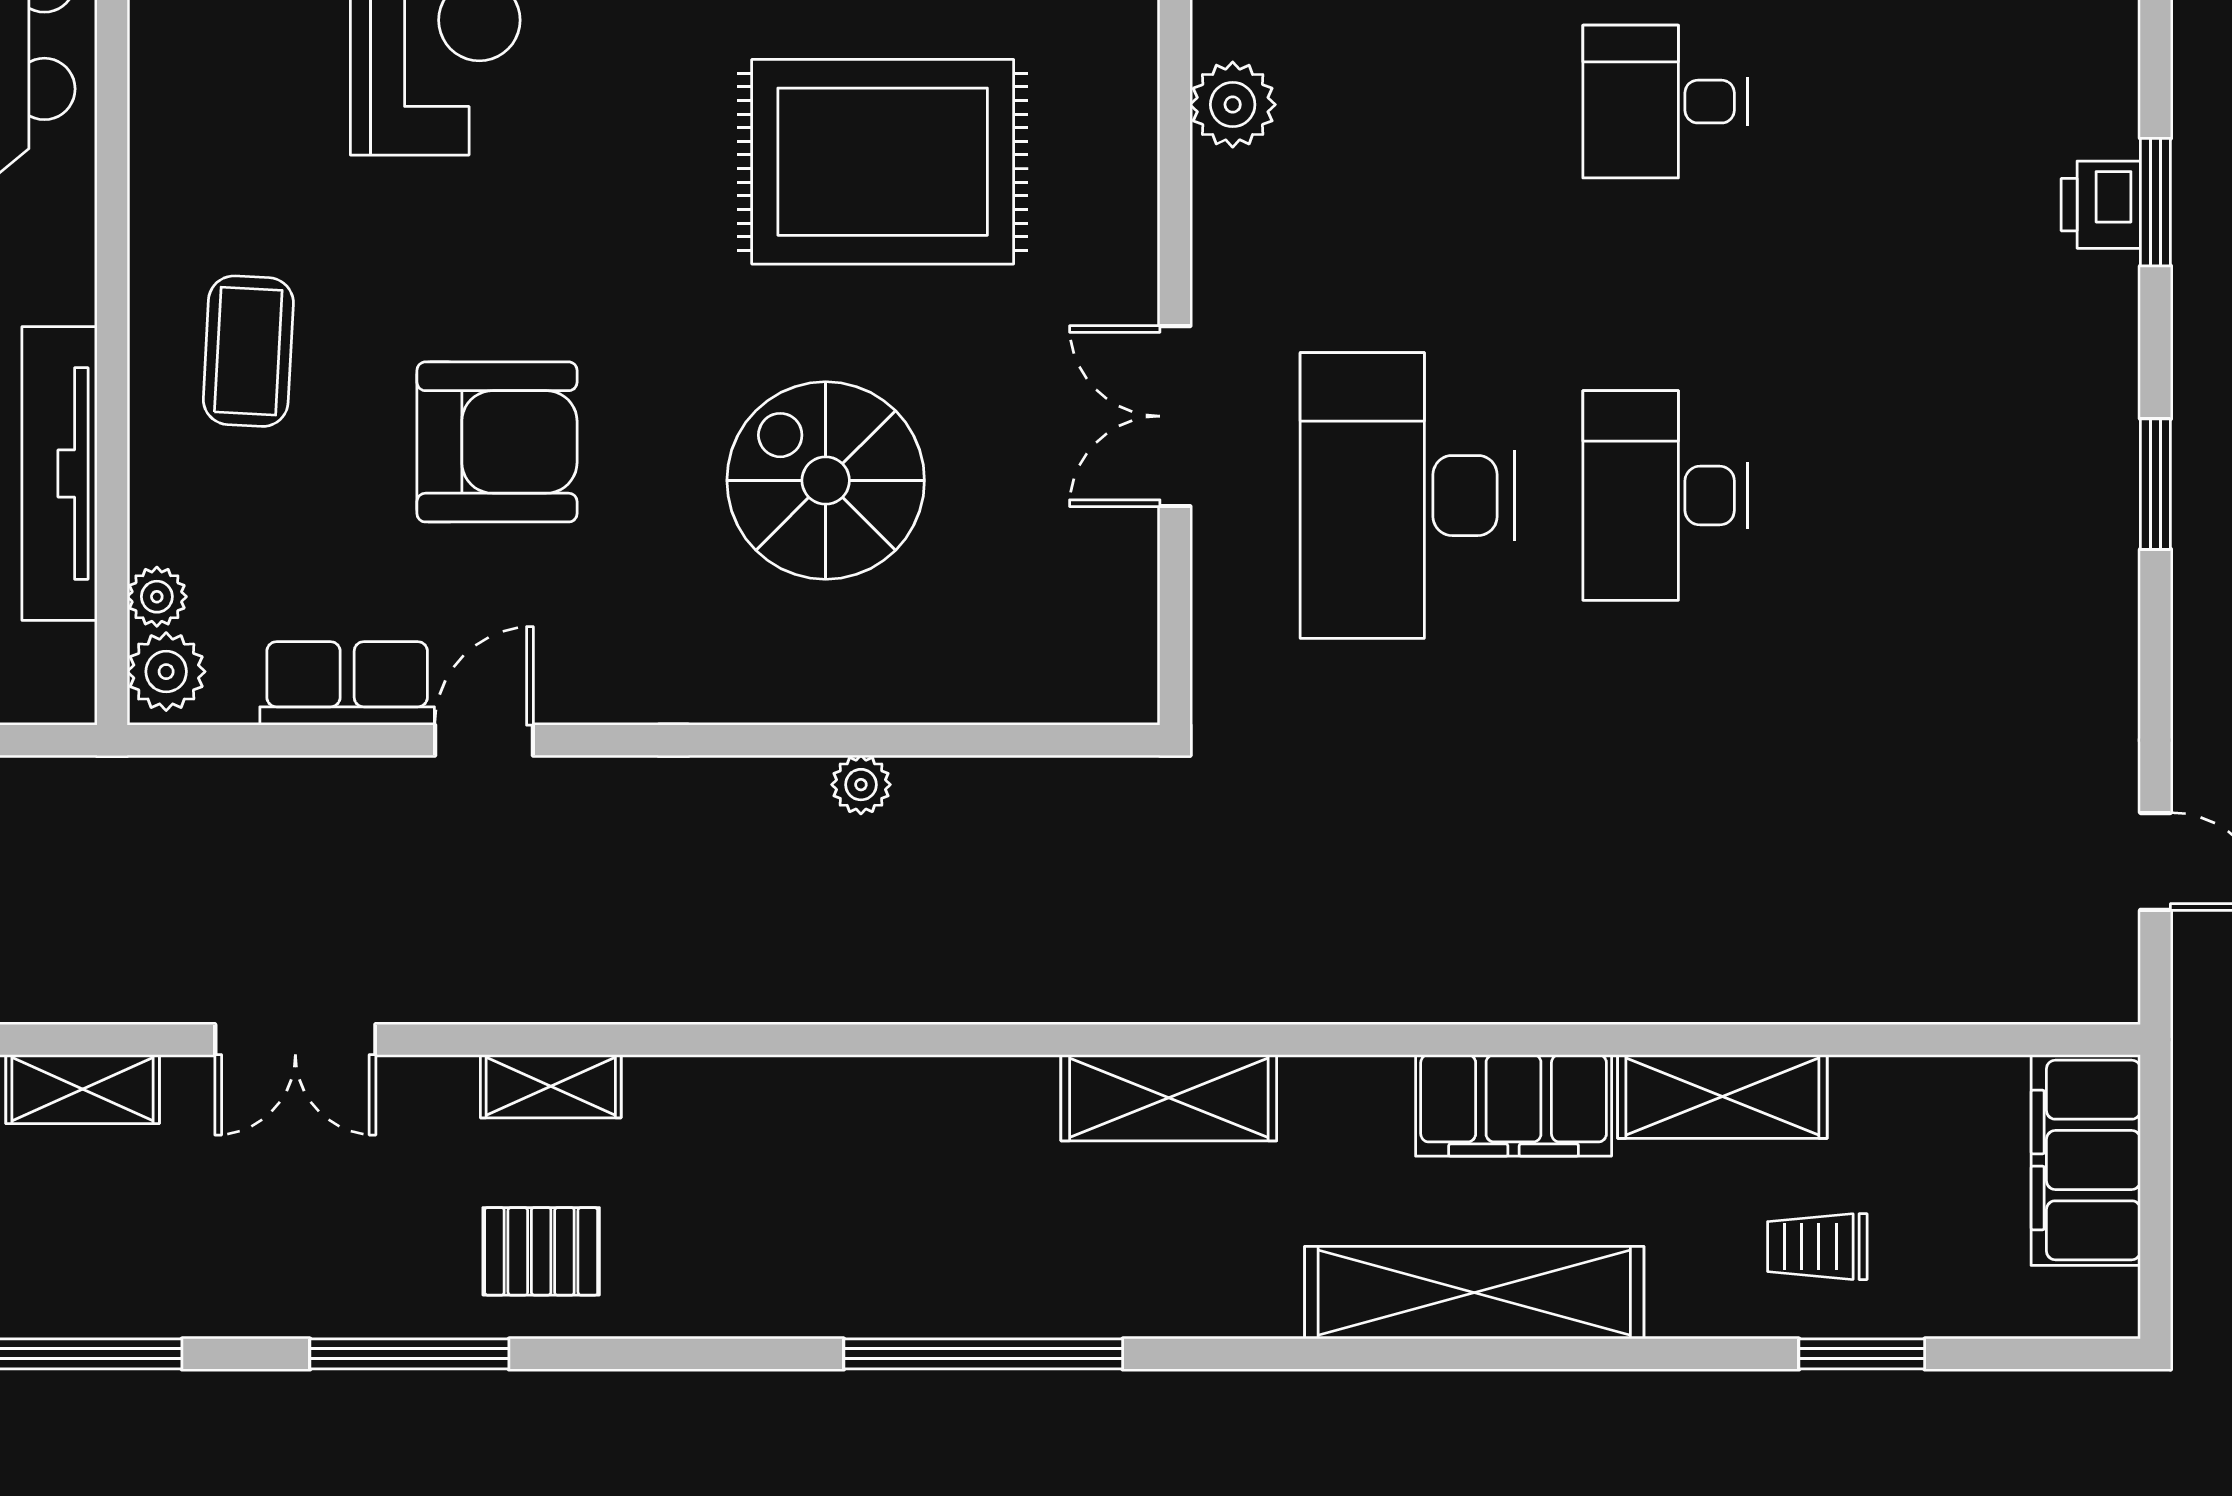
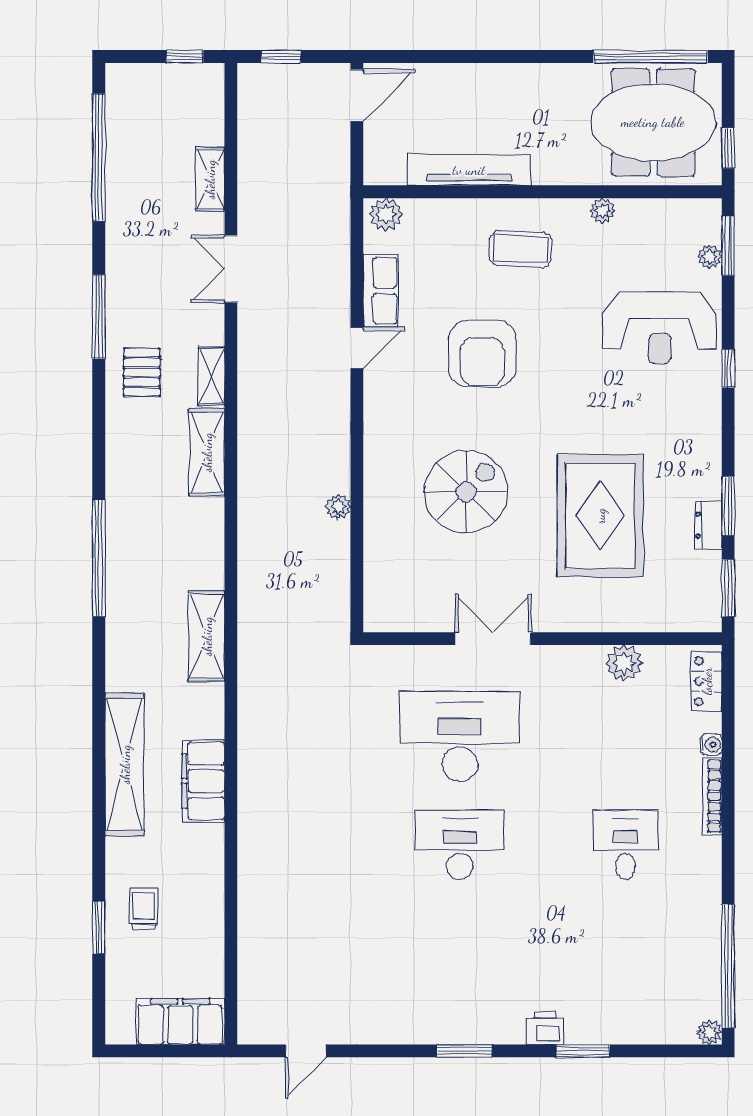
printer: (2101, 205) -> (545, 1028), moved
plant: (157, 597) -> (602, 211), moved
door: (484, 740) -> (357, 348), hinge flipped
shelving: (1722, 1096) -> (207, 452), moved

